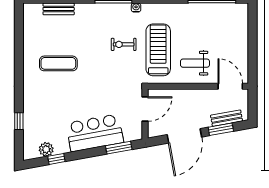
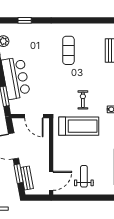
weight bench: (195, 63) -> (84, 176), moved

